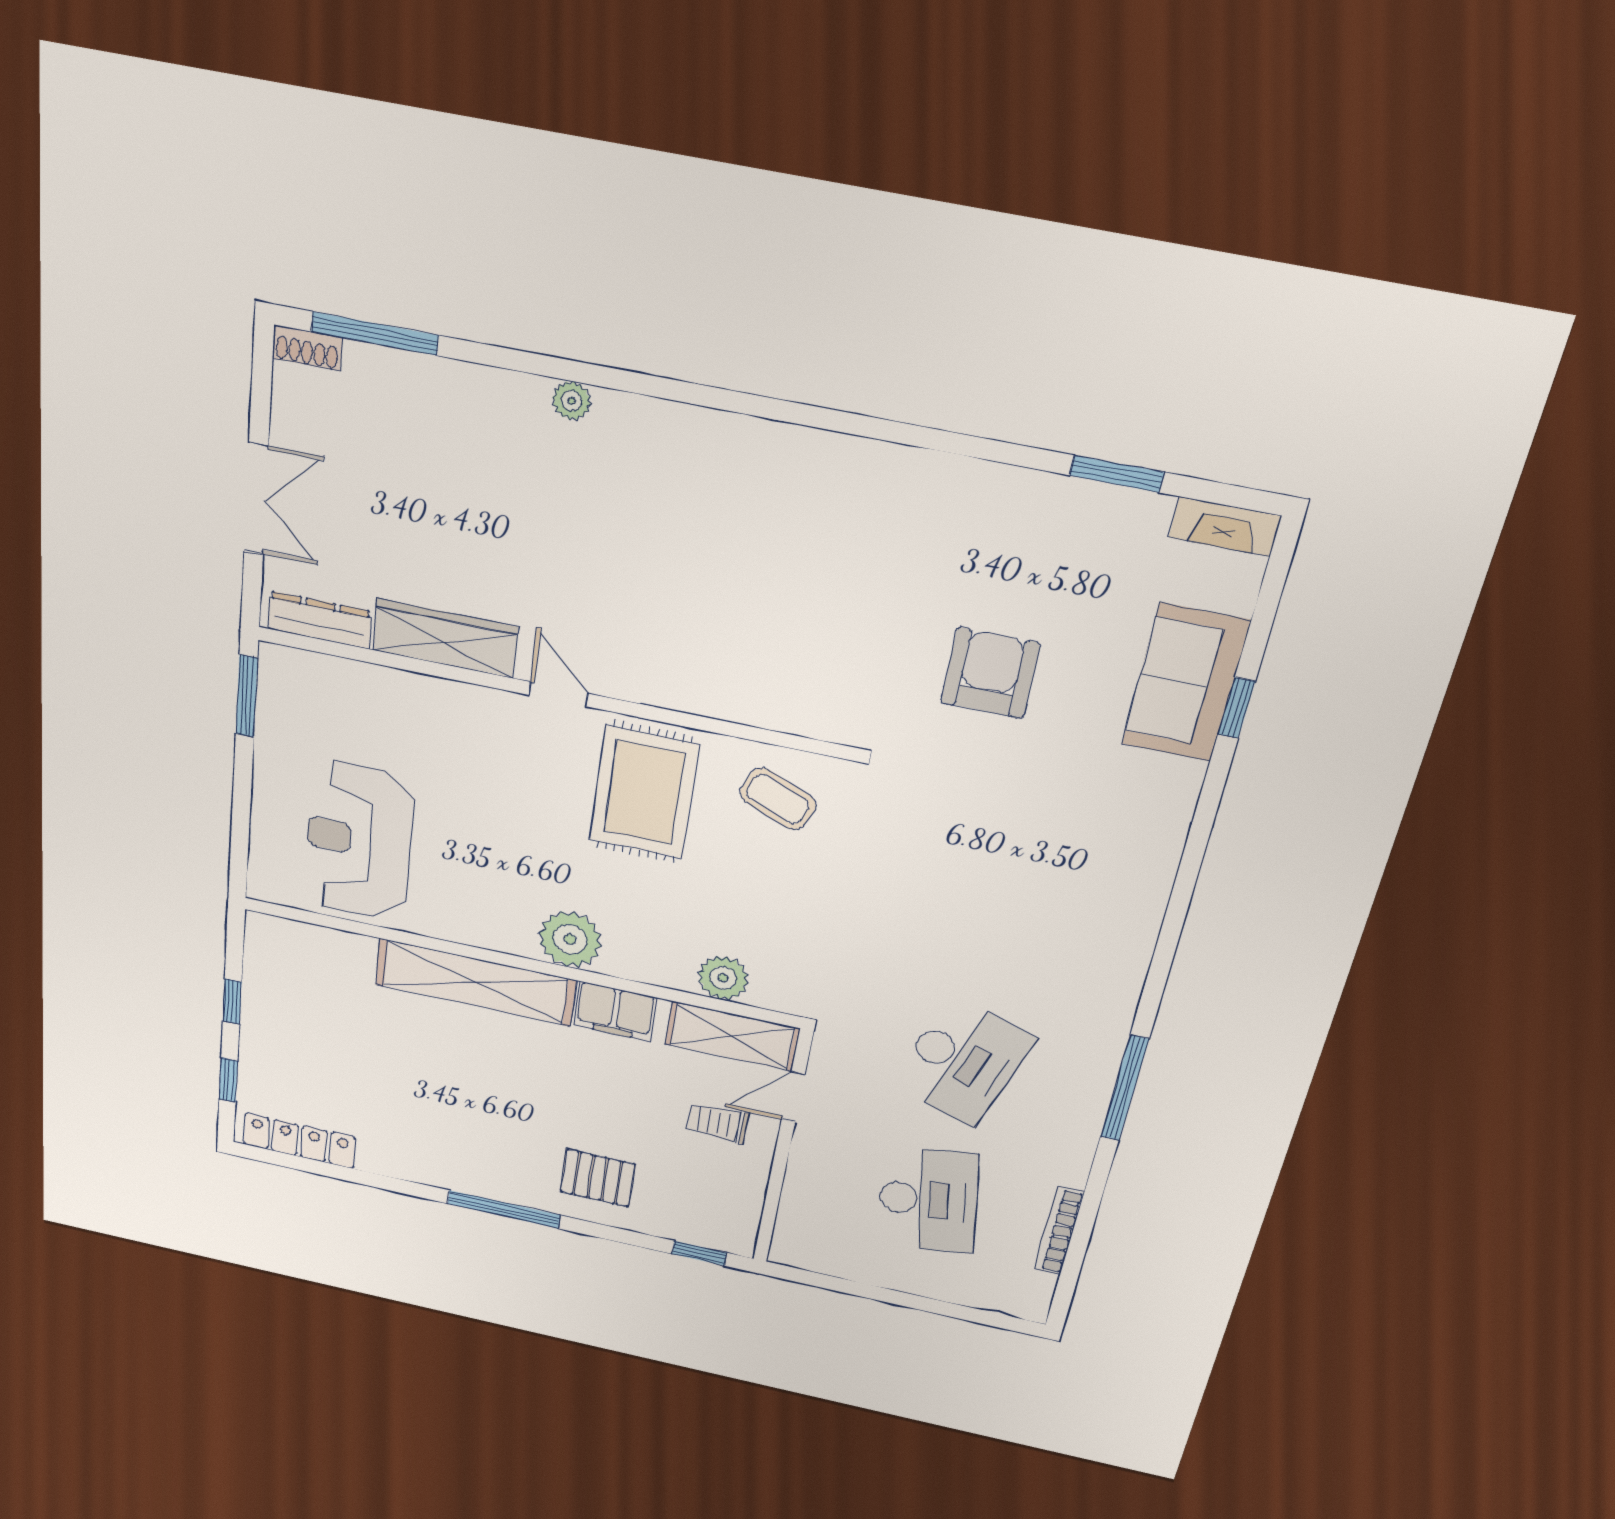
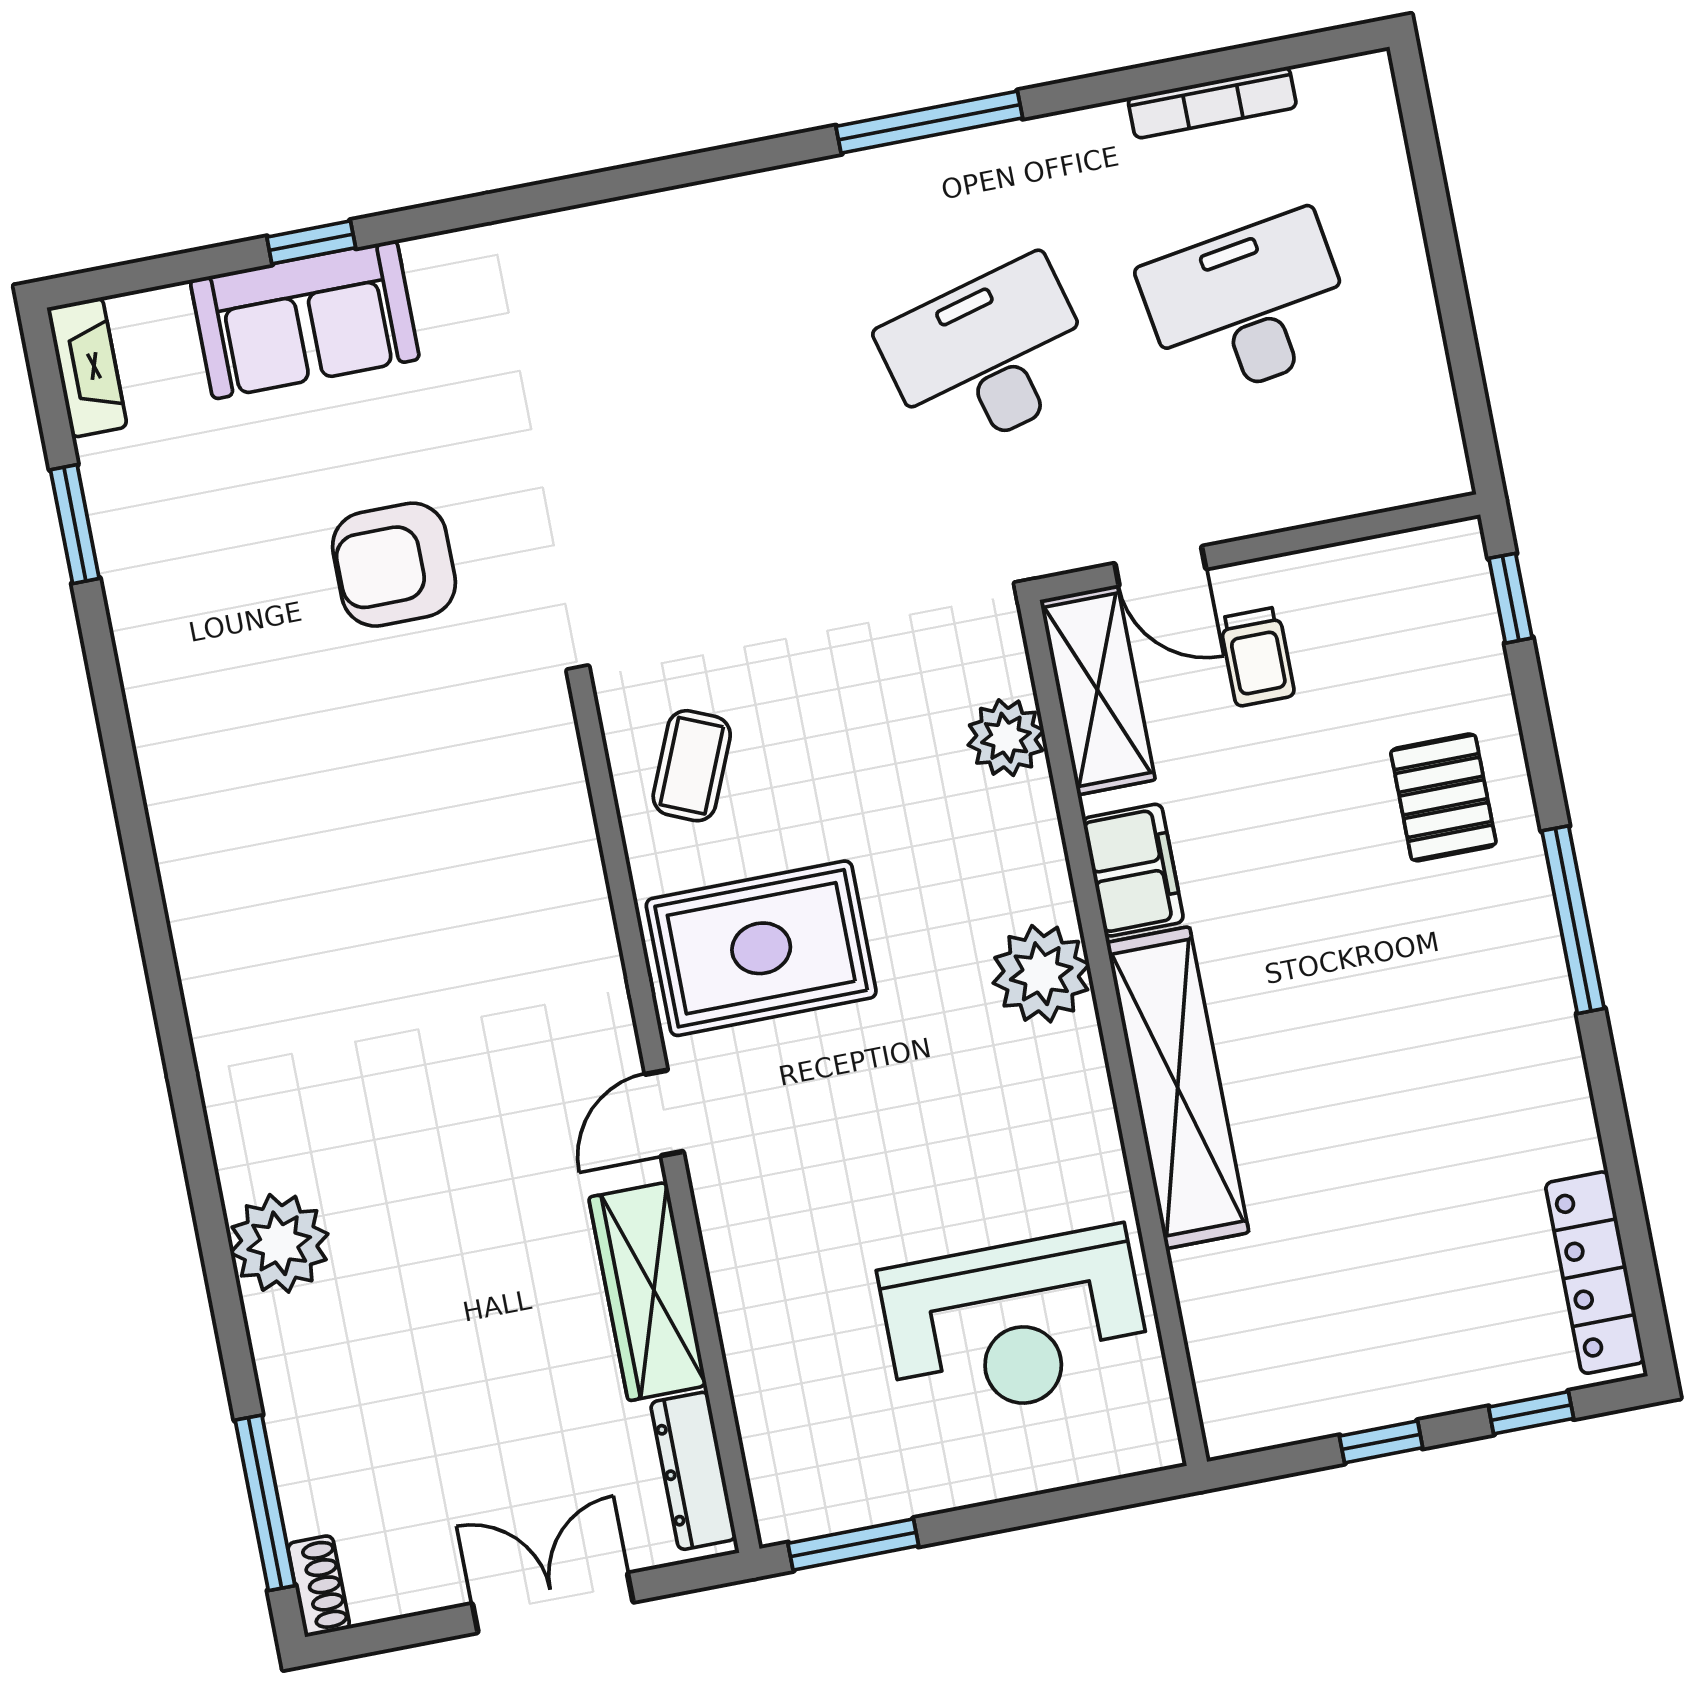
plant: (572, 401) -> (279, 1243), width x1.88, depth x1.88
desk: (963, 1061) -> (989, 357), turned -33

